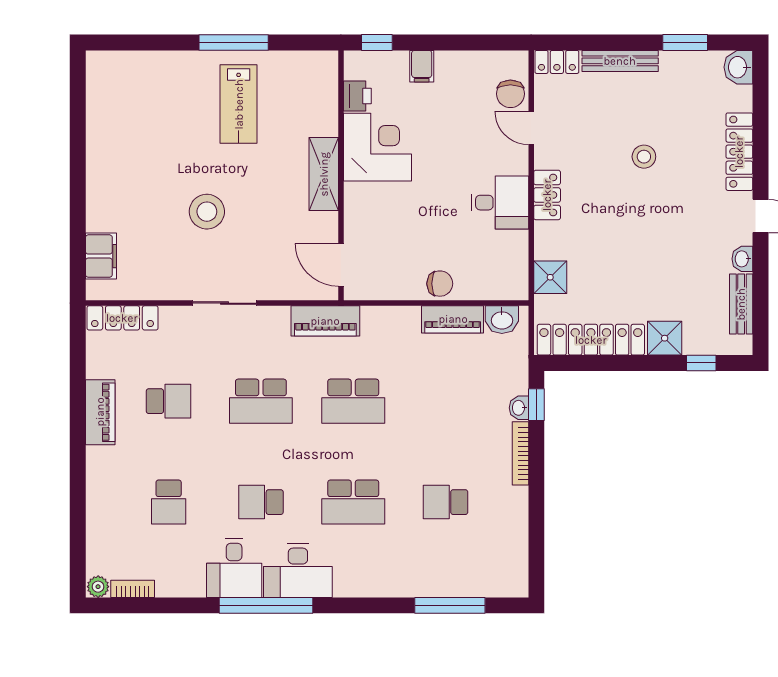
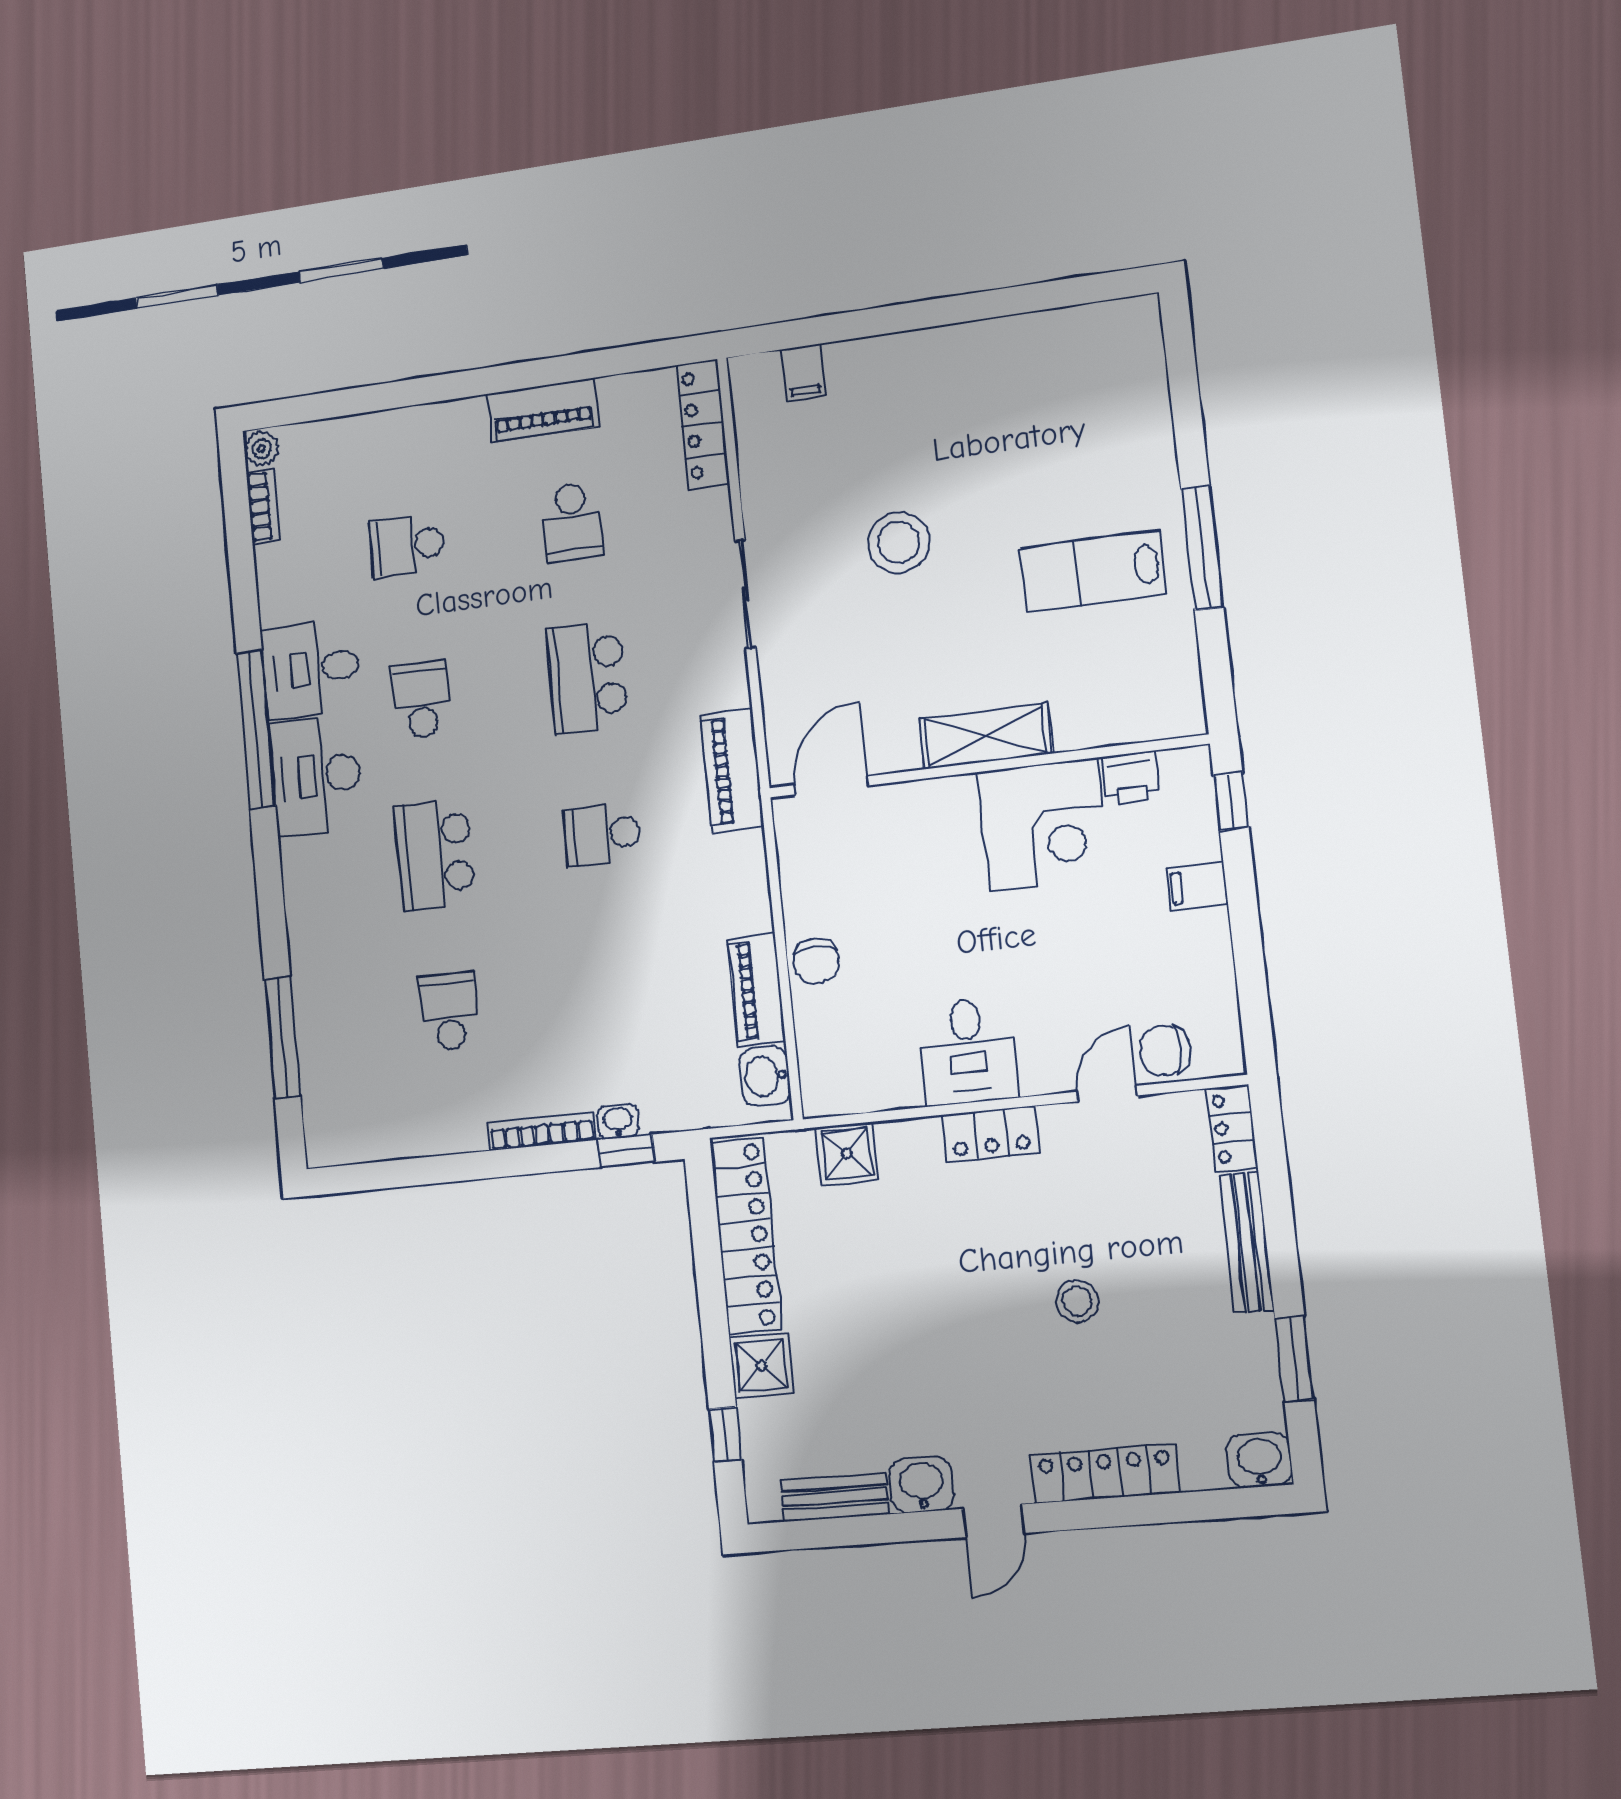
filing cabinet: (101, 256) -> (804, 372), width x0.50
washbasin: (742, 259) -> (922, 1485), width x1.38, depth x1.45
school desk: (353, 401) -> (602, 835), width x0.54

